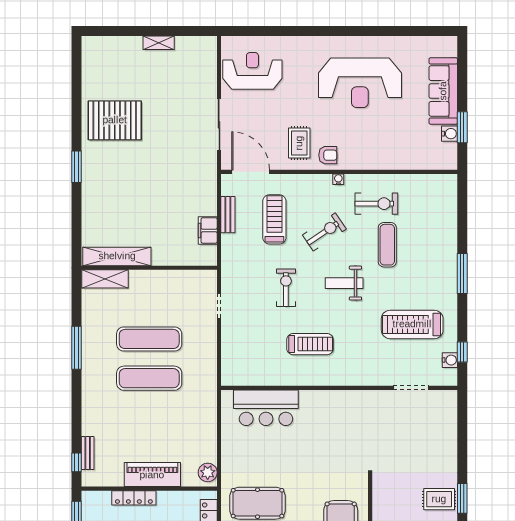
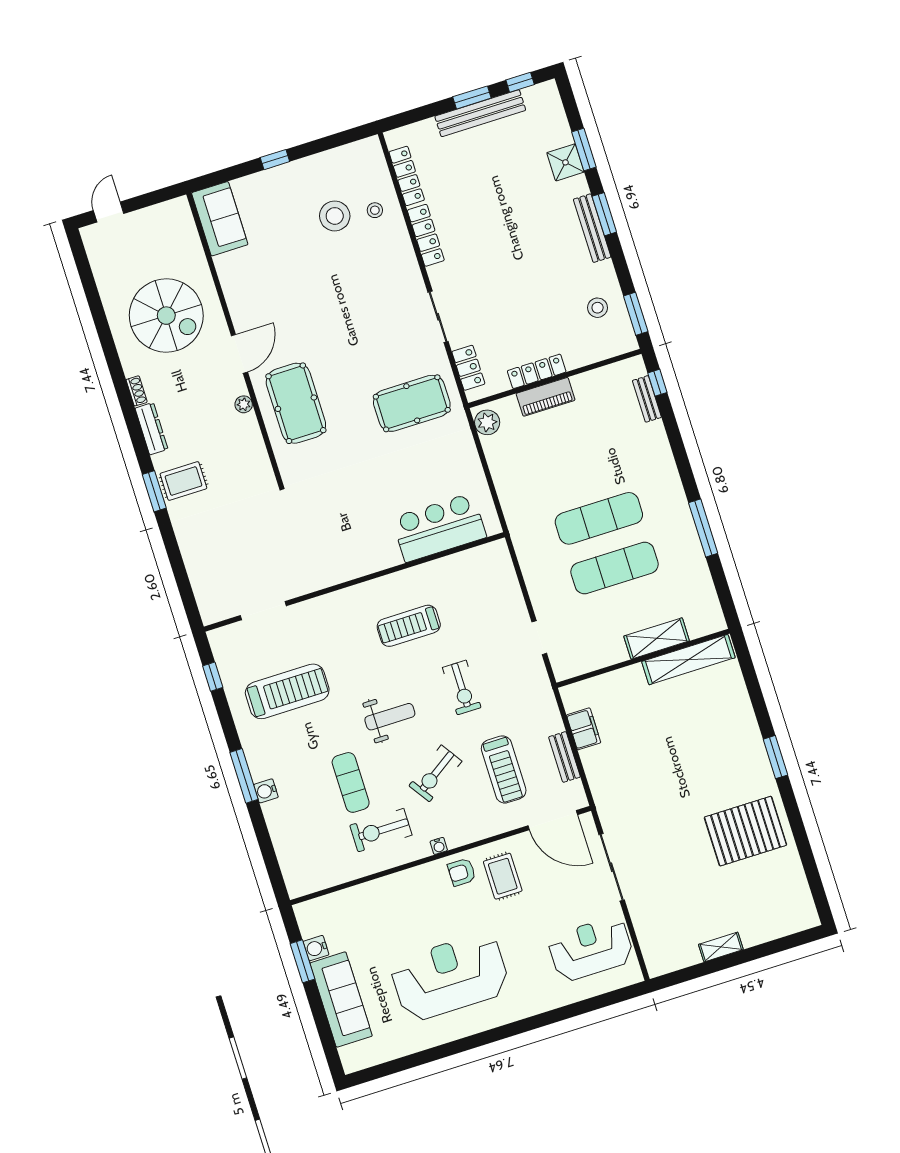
reception desk: (252, 71) -> (591, 949), turned 180
shelving: (105, 279) -> (657, 638), moved
water cooler: (450, 360) -> (266, 791), moved
piano: (152, 475) -> (546, 397), width x0.73, depth x0.75
locker: (134, 498) -> (537, 371), moved

